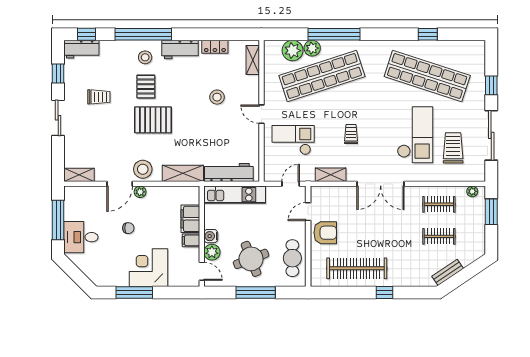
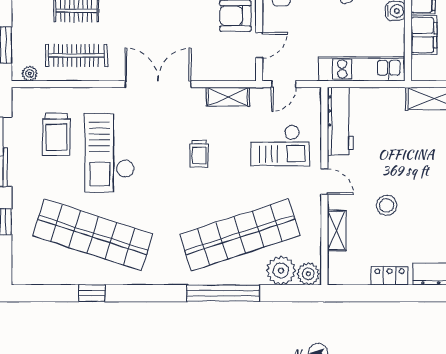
plant: (312, 48) -> (308, 274), moved
shelving: (253, 60) -> (337, 230), moved
workbench: (229, 172) -> (340, 121), moved, turned -90
clothes rail: (439, 204) -> (76, 55), width x1.36

